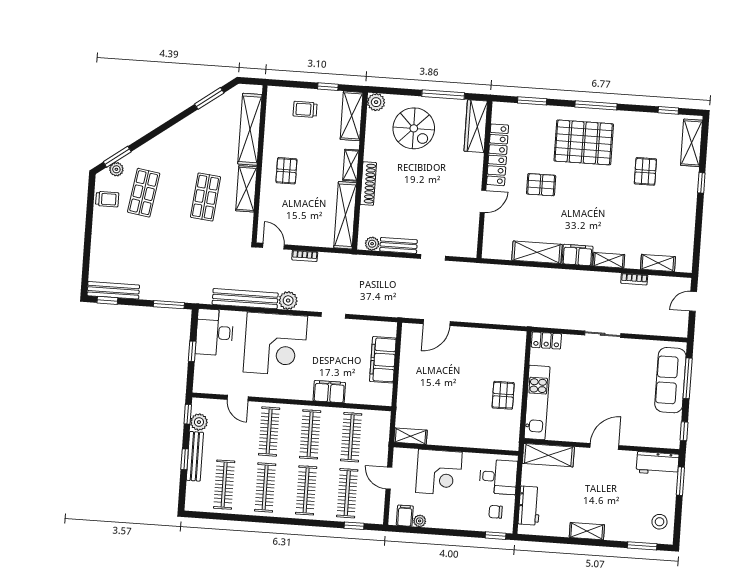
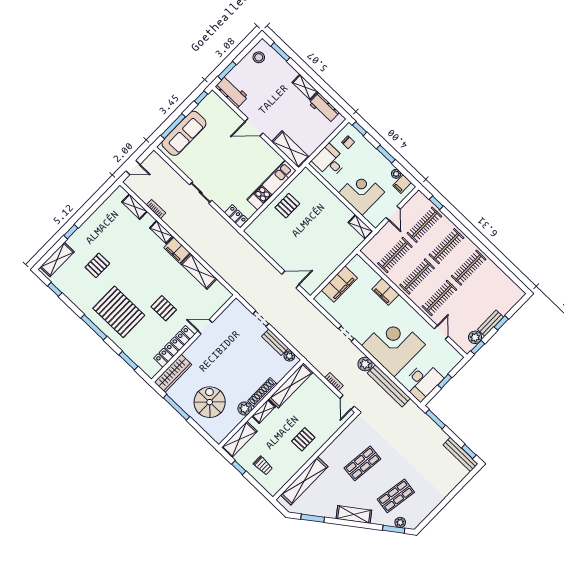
plant: (376, 102) -> (245, 409), moved
shelving: (246, 189) -> (354, 514), moved, turned 54
trolley: (107, 199) -> (420, 510), removed
bench: (195, 456) -> (491, 323), width x0.73
clothes rail: (224, 485) -> (491, 289), removed
workbench: (529, 506) -> (324, 108), moved, turned -90
window: (447, 532) -> (386, 154), added

